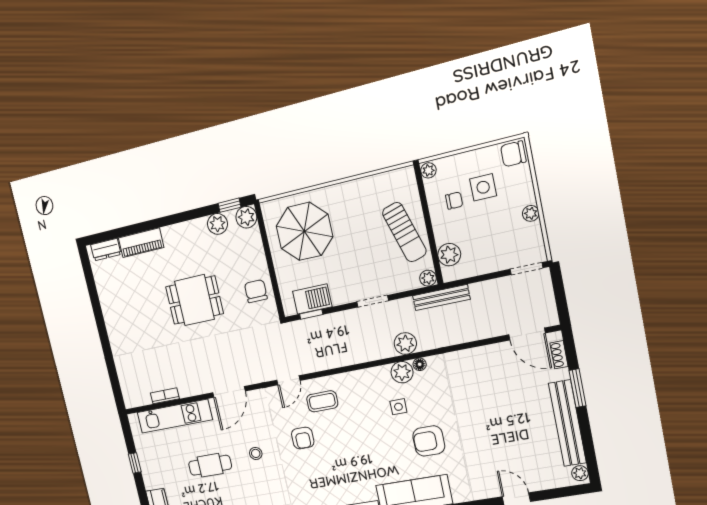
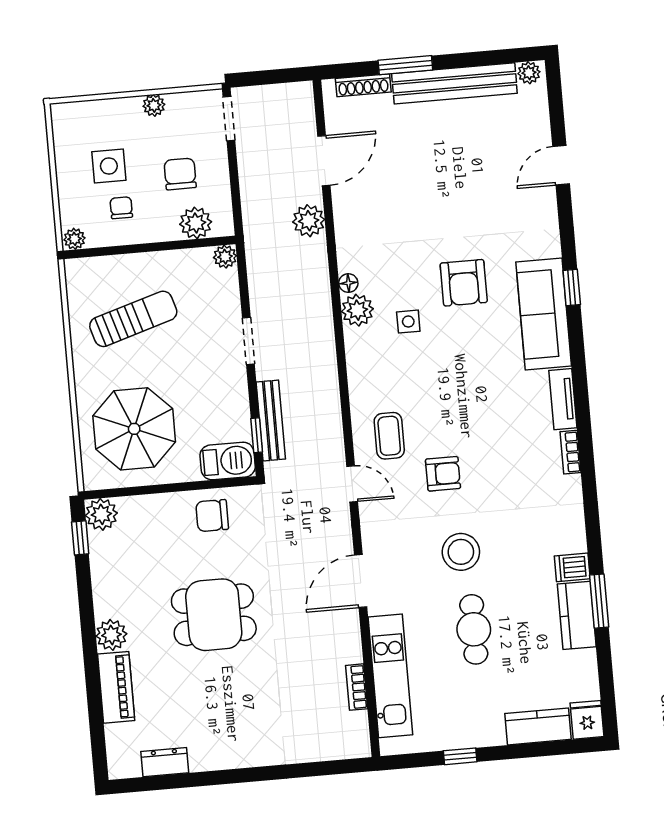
chair: (513, 154) -> (180, 174), moved, turned 180
plant: (217, 224) -> (111, 635), moved
sun lounger: (404, 232) -> (133, 319), moved
dresser: (106, 250) -> (165, 762), moved, turned -90
bench: (441, 298) -> (271, 421), moved
barbecue: (312, 299) -> (228, 461), moved, turned 90
dining table: (195, 300) -> (214, 615), turned 90
door: (527, 334) -> (324, 161), moved
plant: (405, 344) -> (309, 221), moved
shoe rack: (559, 355) -> (363, 85), width x1.43
door: (229, 392) -> (361, 581), swing flipped
stool: (256, 453) -> (461, 552), width x1.89, depth x1.89

